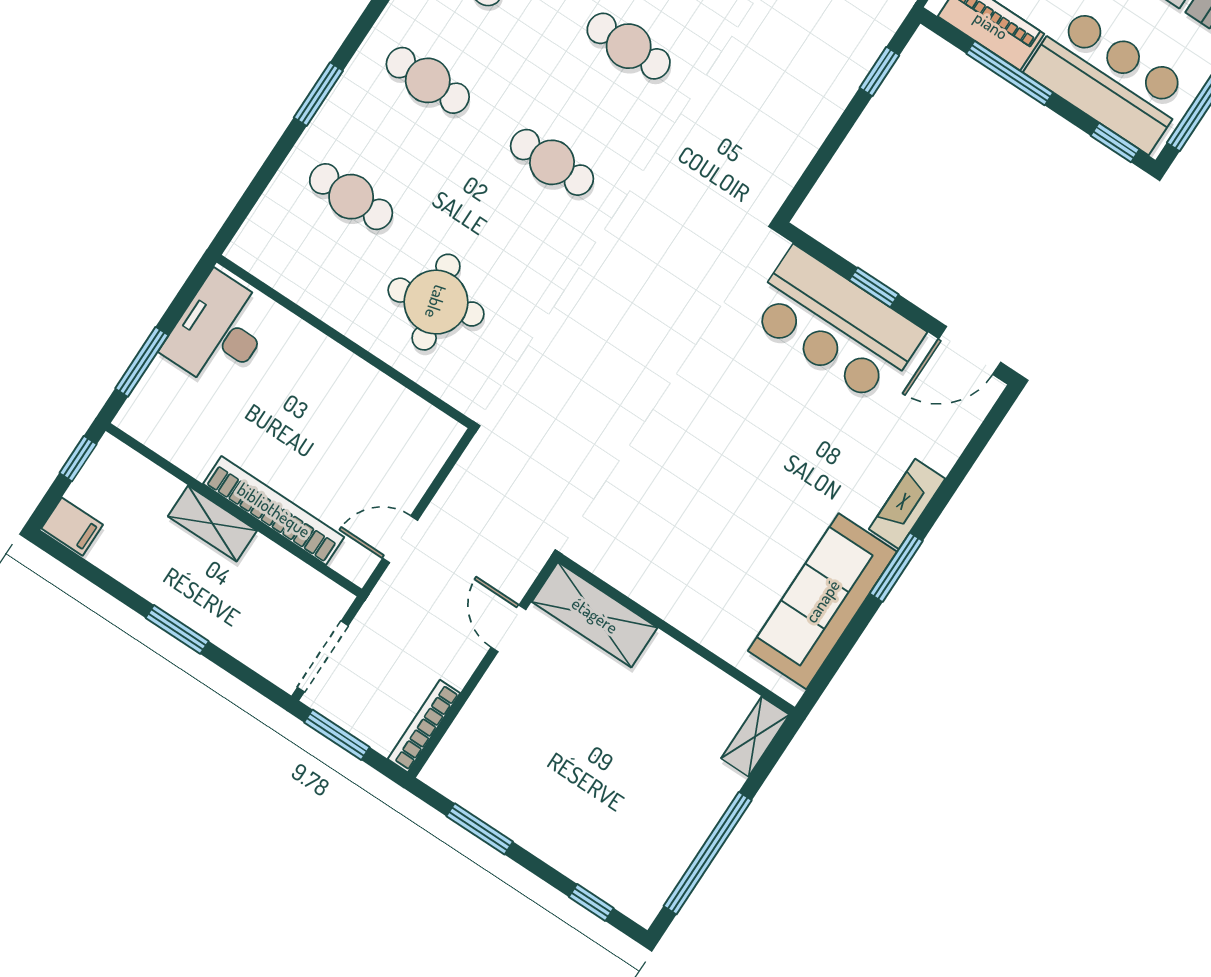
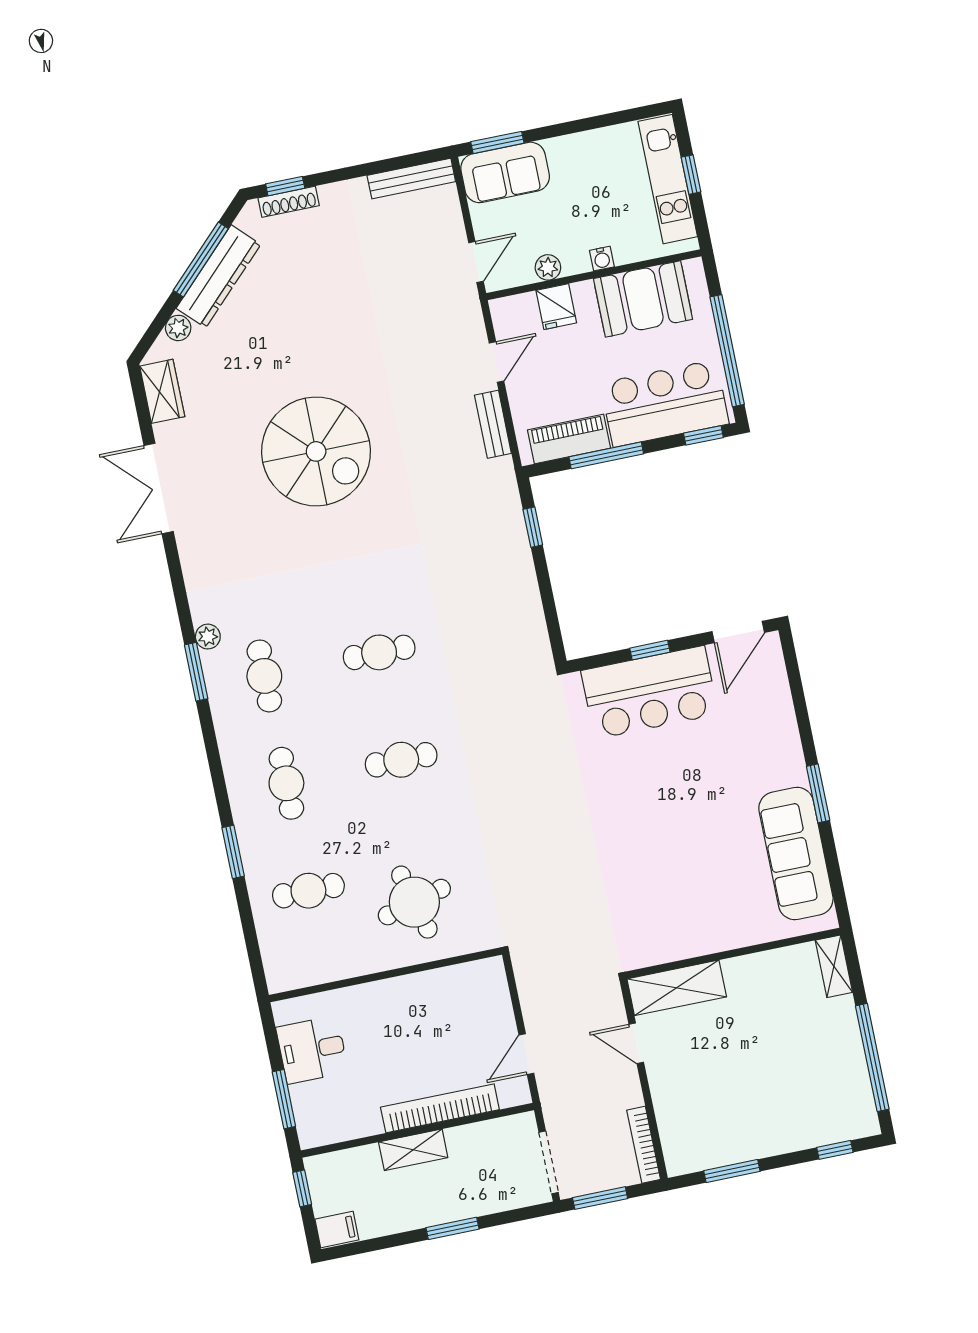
cafe table: (428, 80) -> (286, 783), turned 90
desk: (219, 331) -> (312, 1050), width x0.73
fireplace: (907, 504) -> (789, 752), removed

